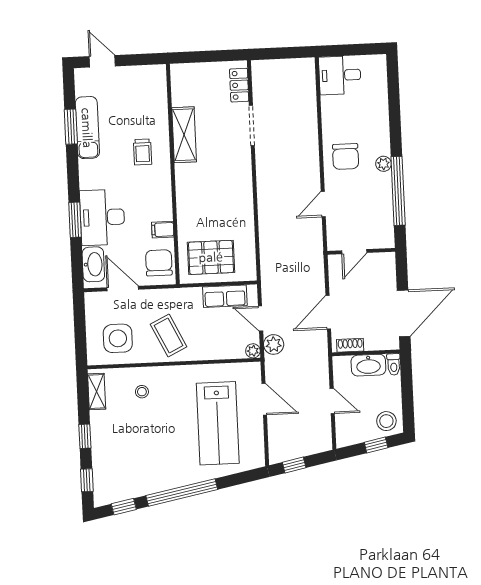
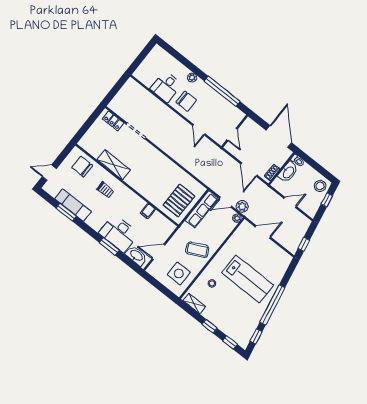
desk: (340, 75) -> (166, 87), moved
plant: (383, 164) -> (192, 77), moved
chair: (159, 263) -> (82, 167), moved
row of seats: (225, 296) -> (202, 209), width x1.48
lab bench: (218, 423) -> (248, 279), moved

